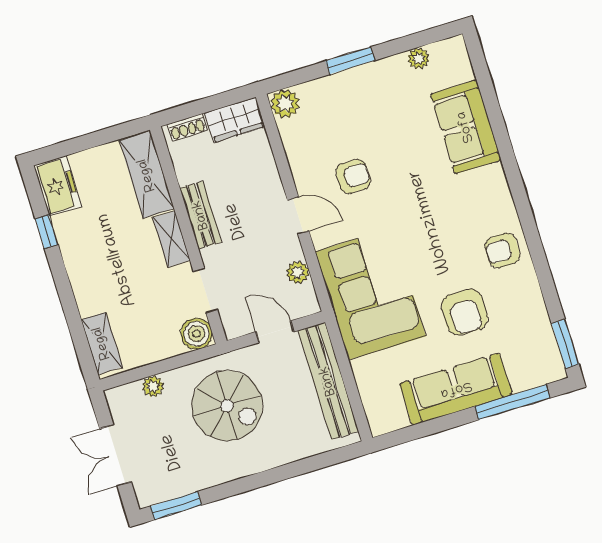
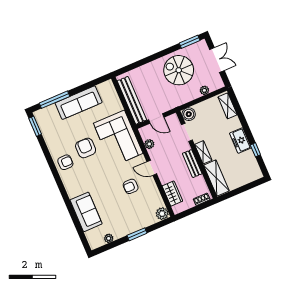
wardrobe: (235, 120) -> (172, 194), moved, turned 90
freezer: (58, 186) -> (240, 141), moved
armchair: (464, 312) -> (86, 148), moved
spiral stairs: (227, 406) -> (179, 70), moved

